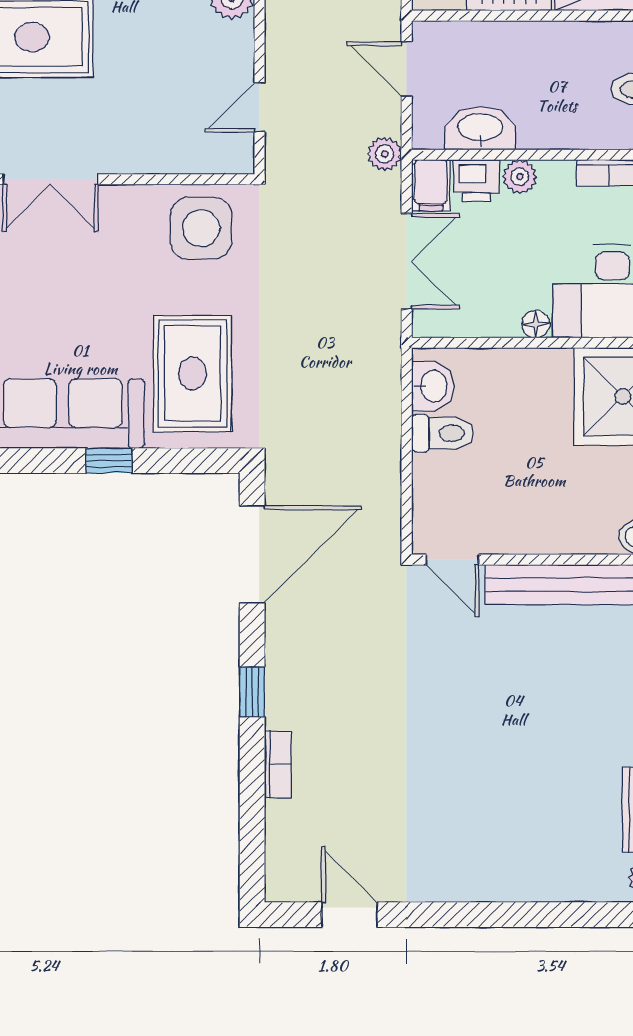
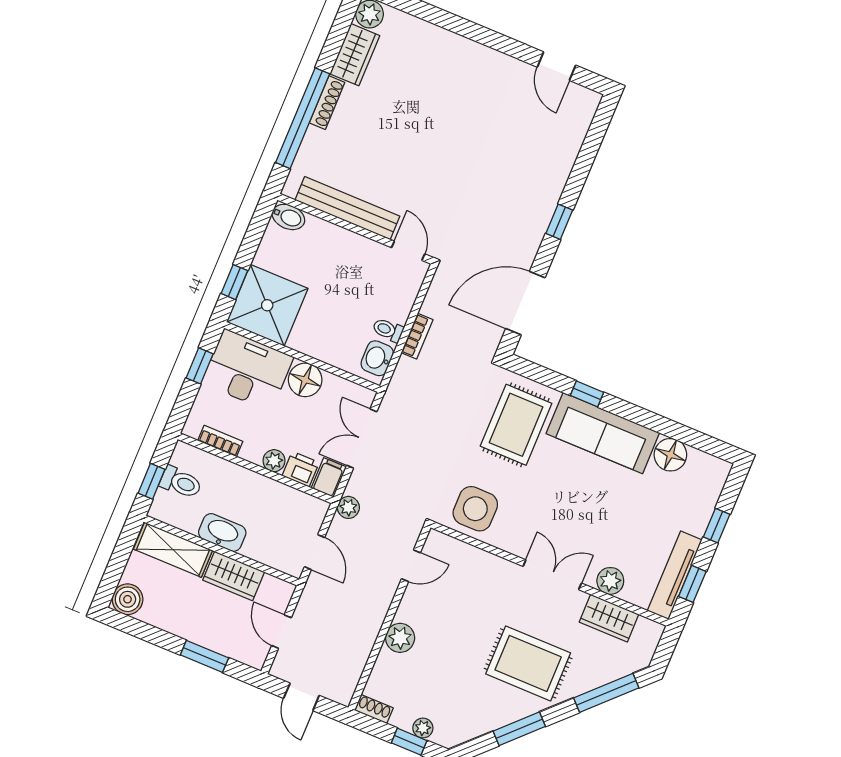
washbasin: (480, 128) -> (222, 532), moved, turned 180
floor lamp: (536, 324) -> (305, 380), width x1.89, depth x1.89
toilet: (443, 433) -> (388, 330), width x0.73, depth x0.72
bookcase: (278, 764) -> (417, 336), moved, turned 180

